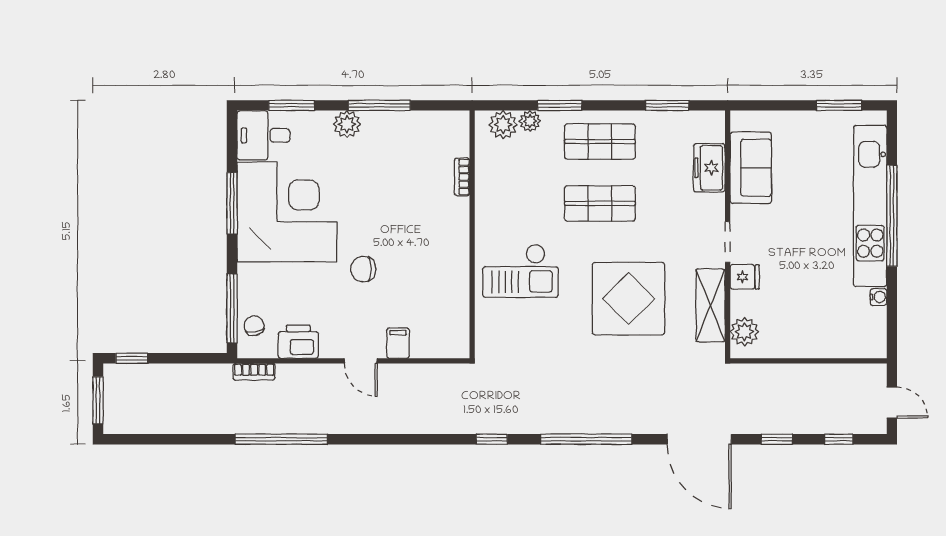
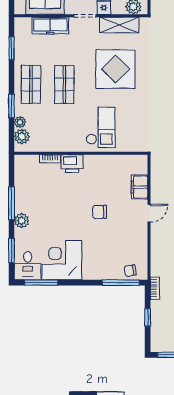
freezer: (709, 168) -> (50, 26), width x1.40
window: (232, 203) -> (41, 283), moved
corner desk: (287, 212) -> (62, 260), width x0.74, depth x0.74
chair: (363, 269) -> (100, 212), turned 90
printer: (298, 342) -> (72, 164), moved, turned -90
filing cabinet: (398, 343) -> (140, 187), width x2.00
window: (132, 358) -> (148, 317), moved
bookcase: (254, 372) -> (155, 288), moved

